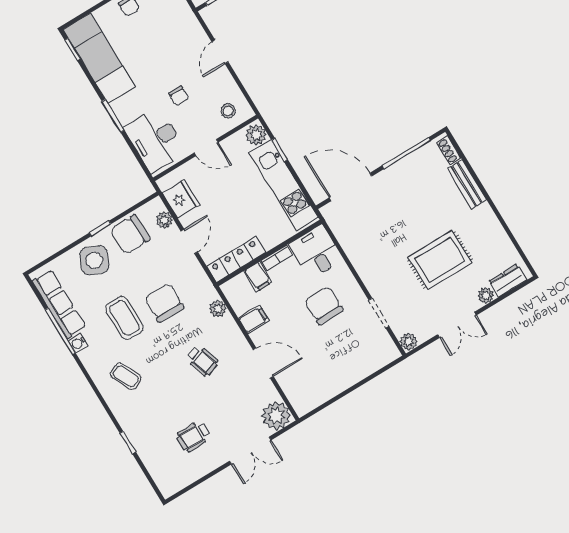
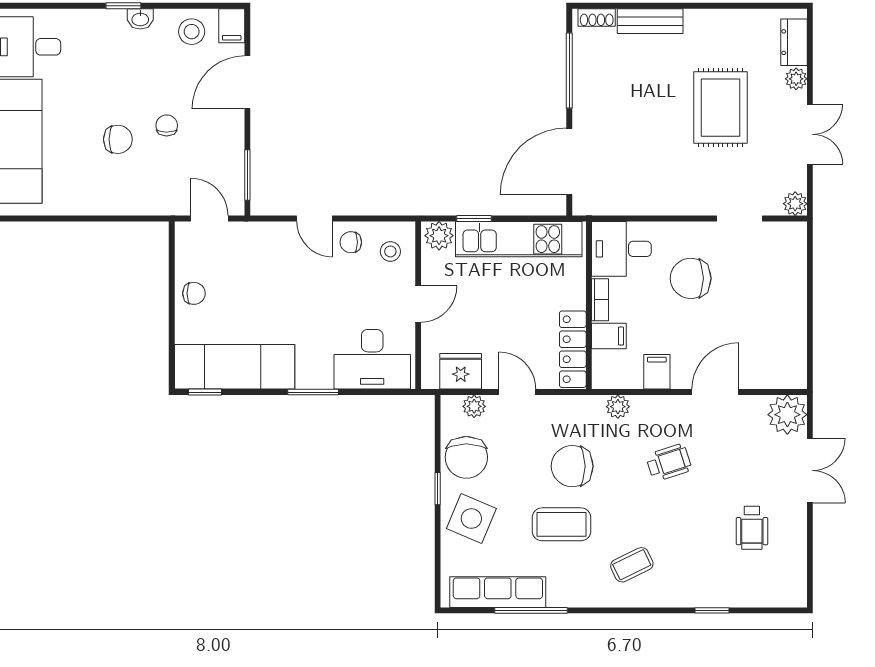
chair: (179, 96) -> (351, 242), moved, turned 180
water cooler: (78, 343) -> (558, 598), removed

